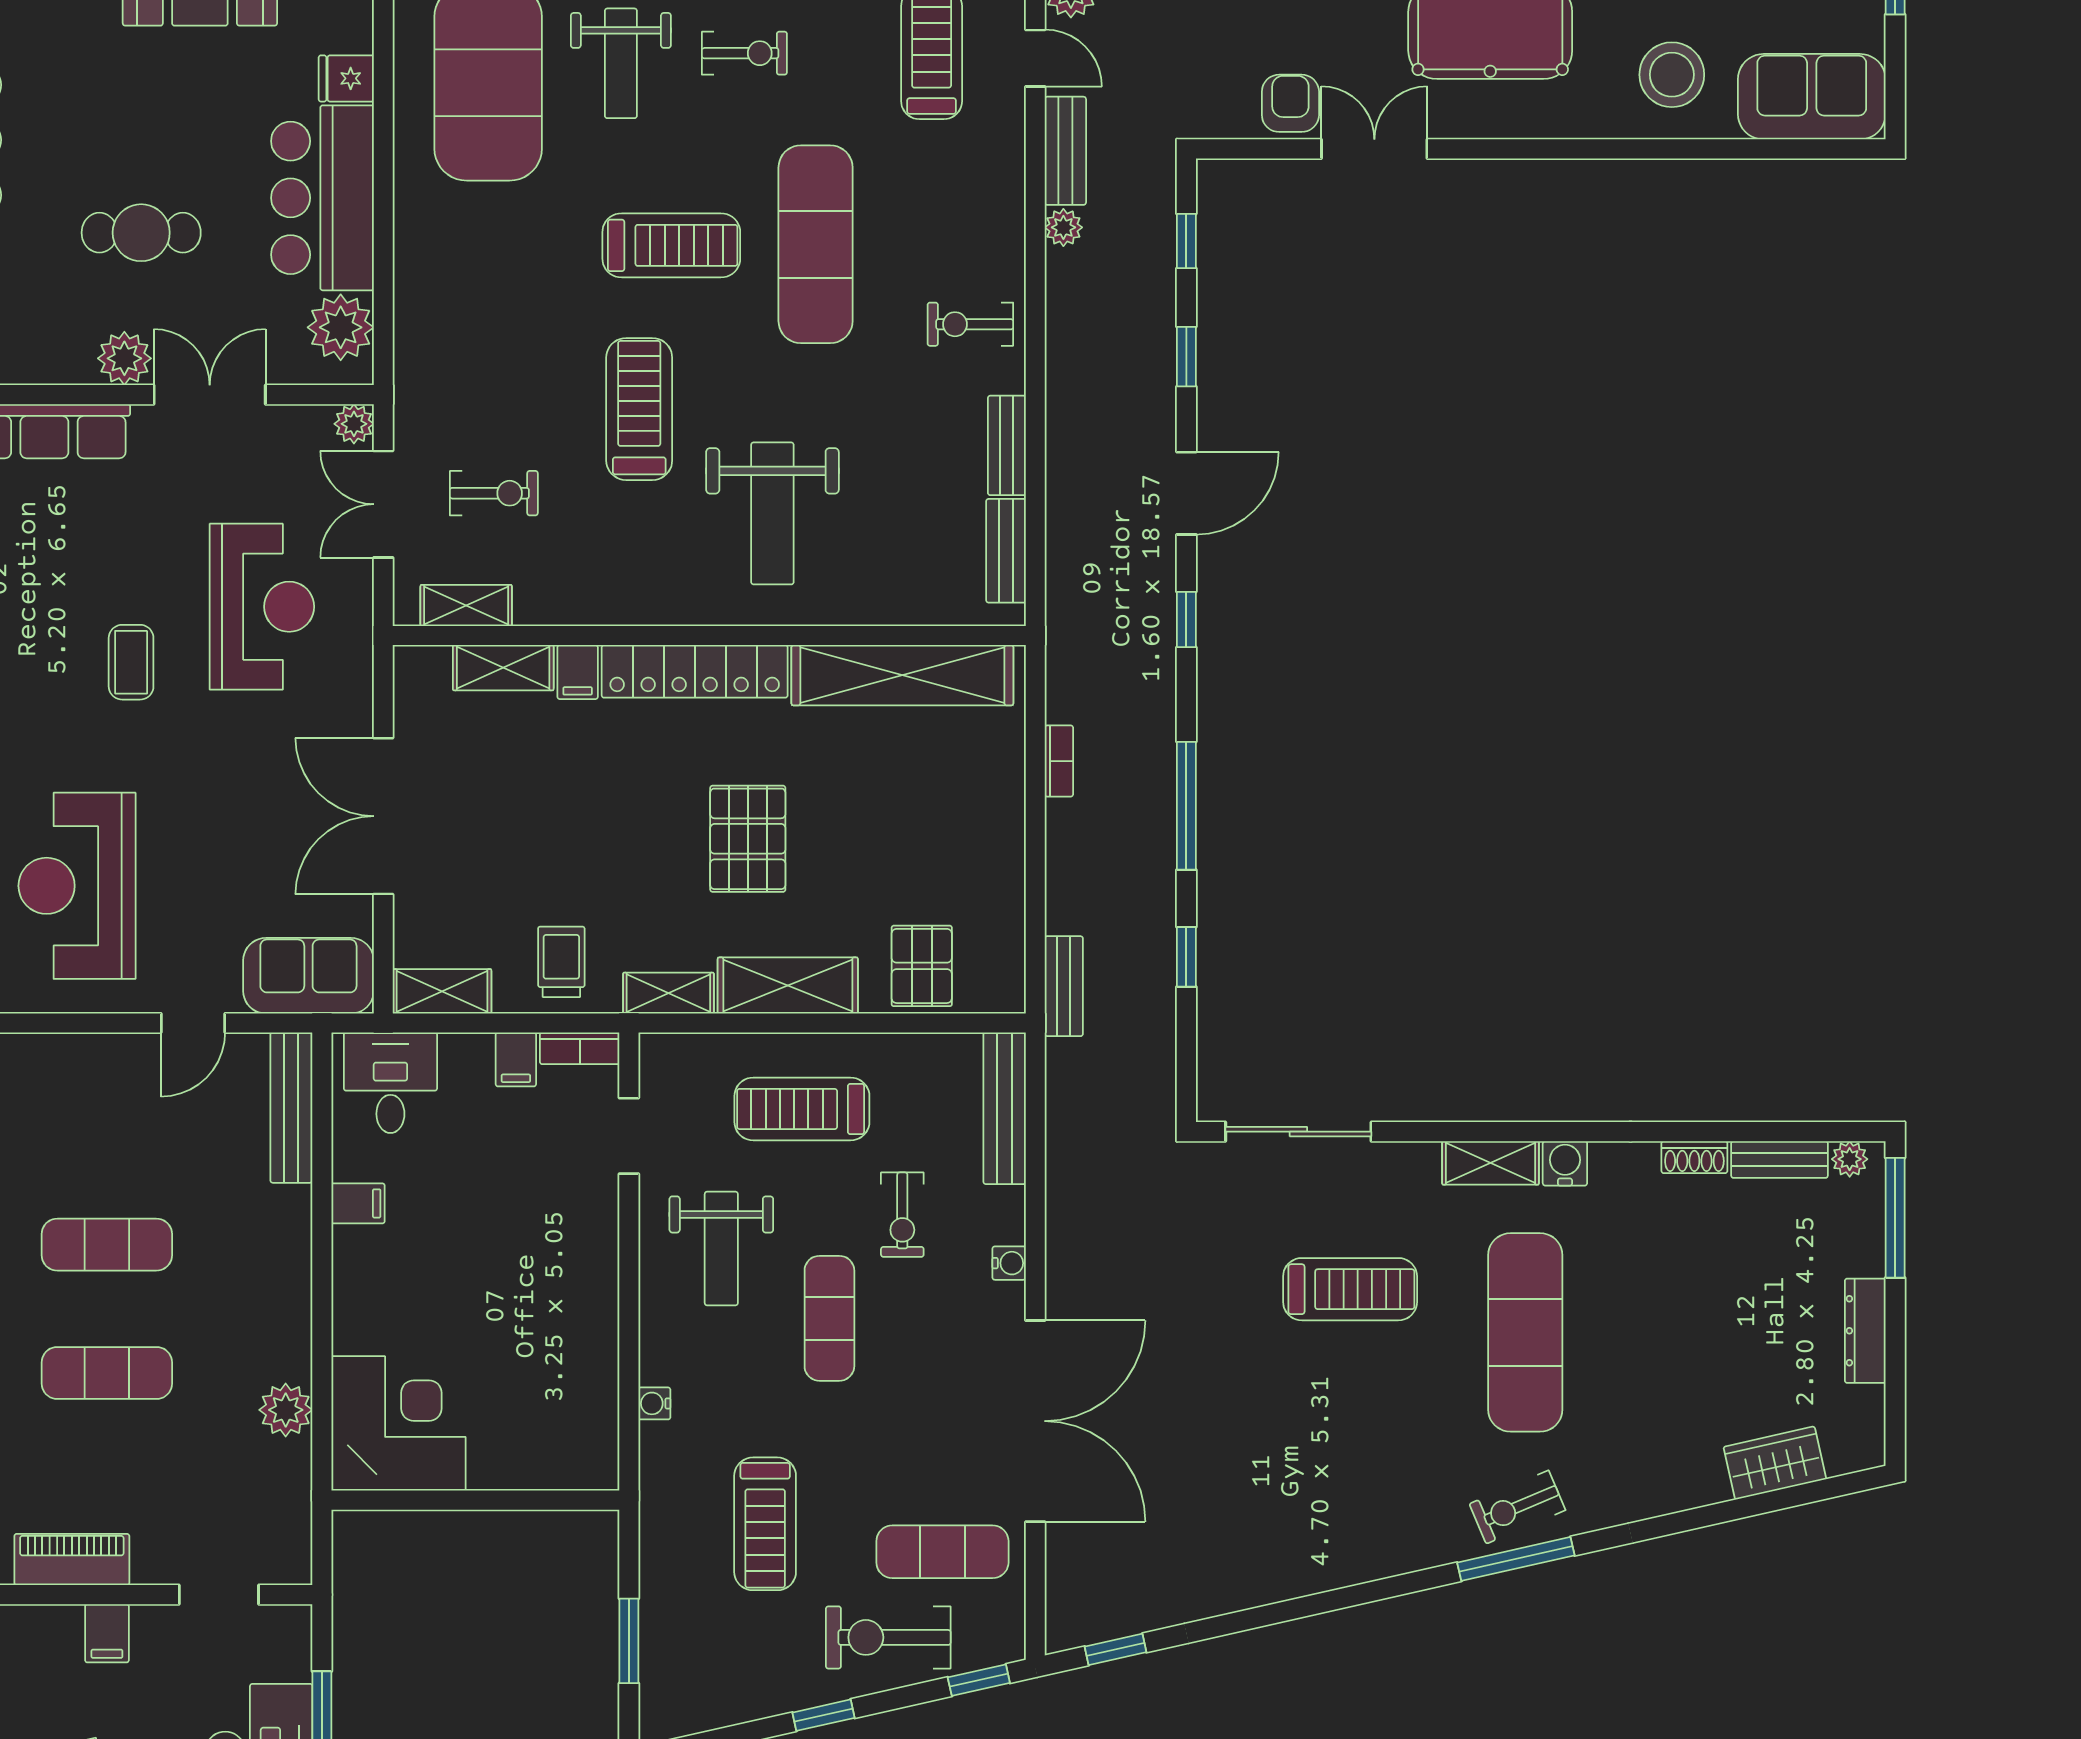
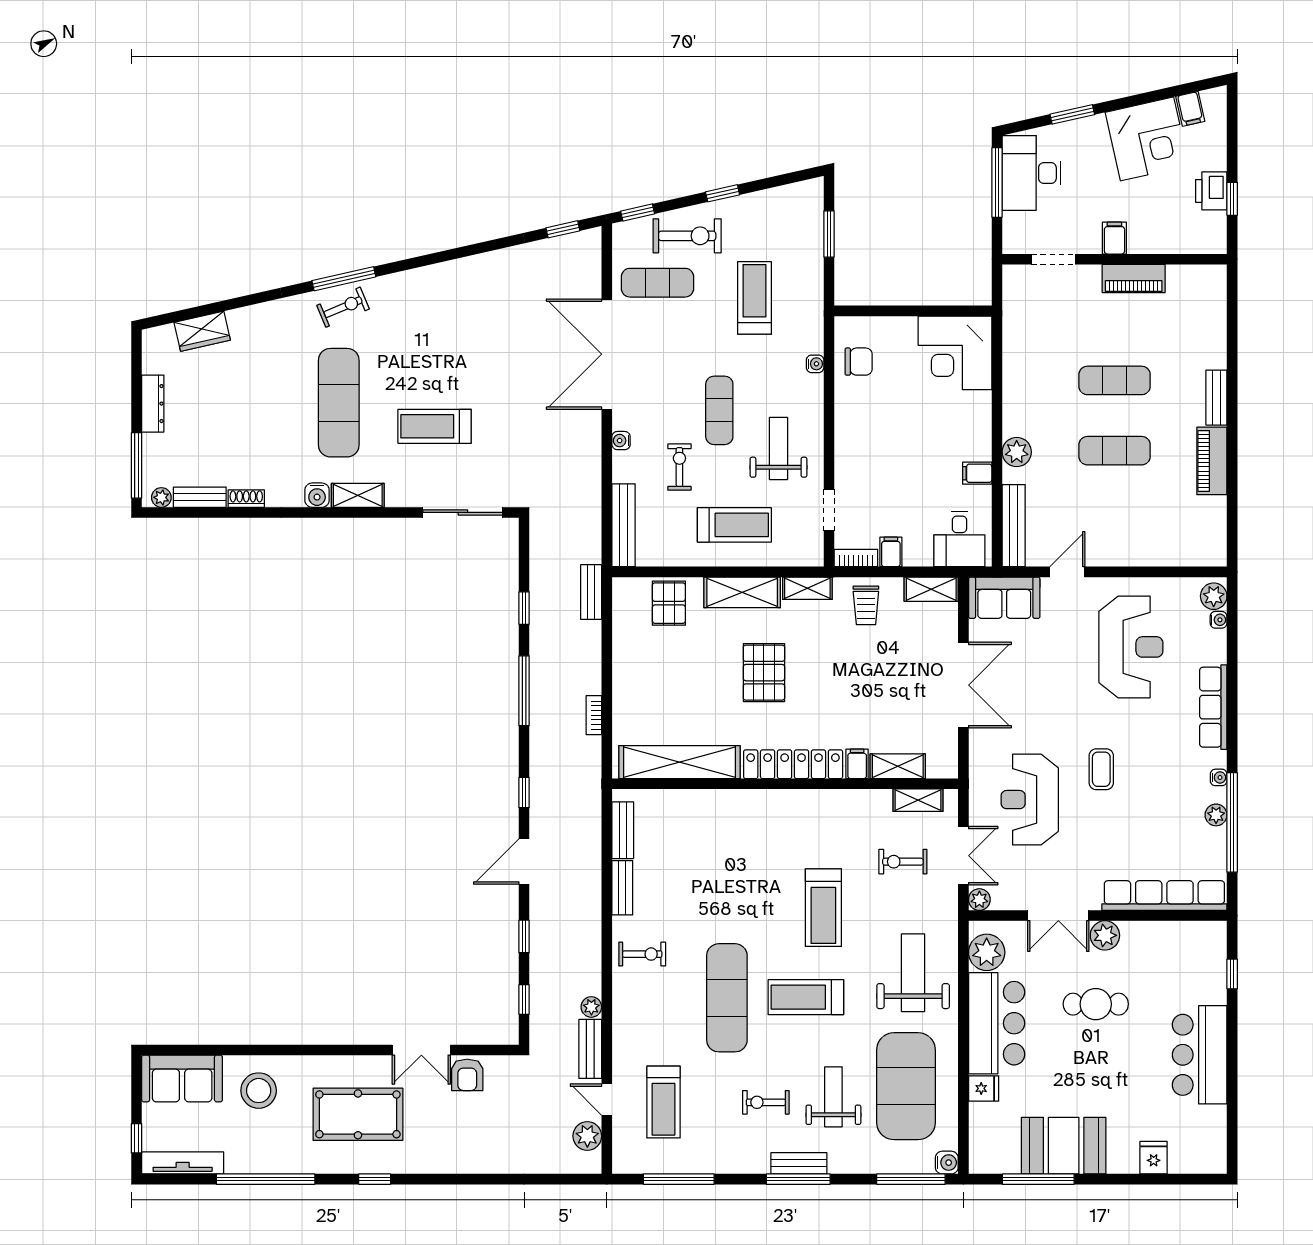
weight bench: (772, 513) -> (913, 973), moved
chair: (575, 1407) -> (859, 362), added
plant: (286, 1410) -> (1017, 452), moved

